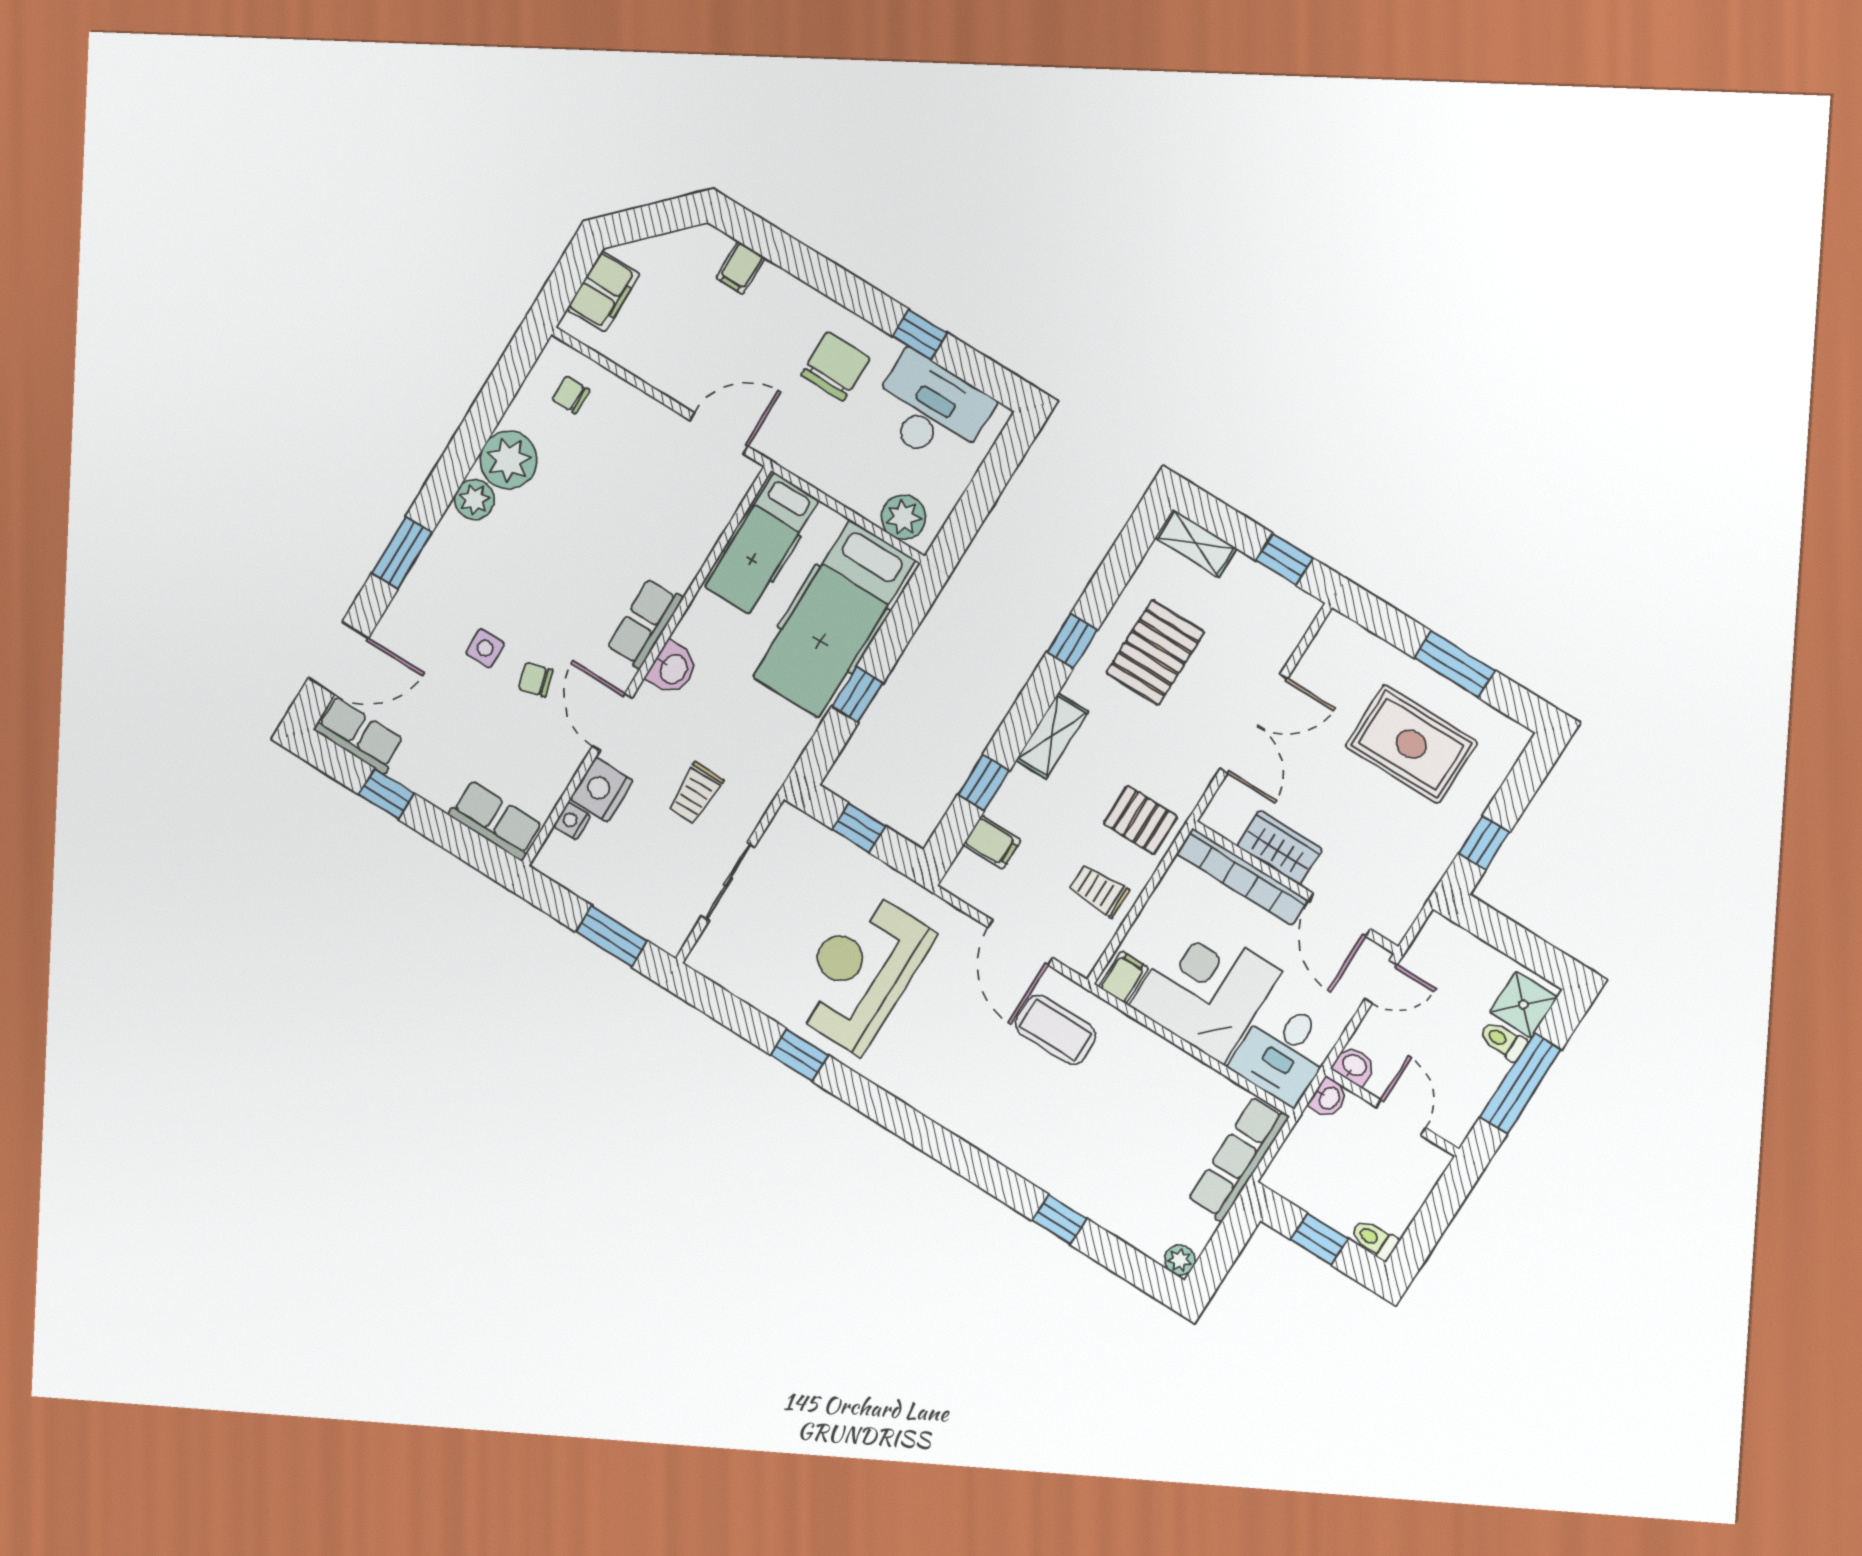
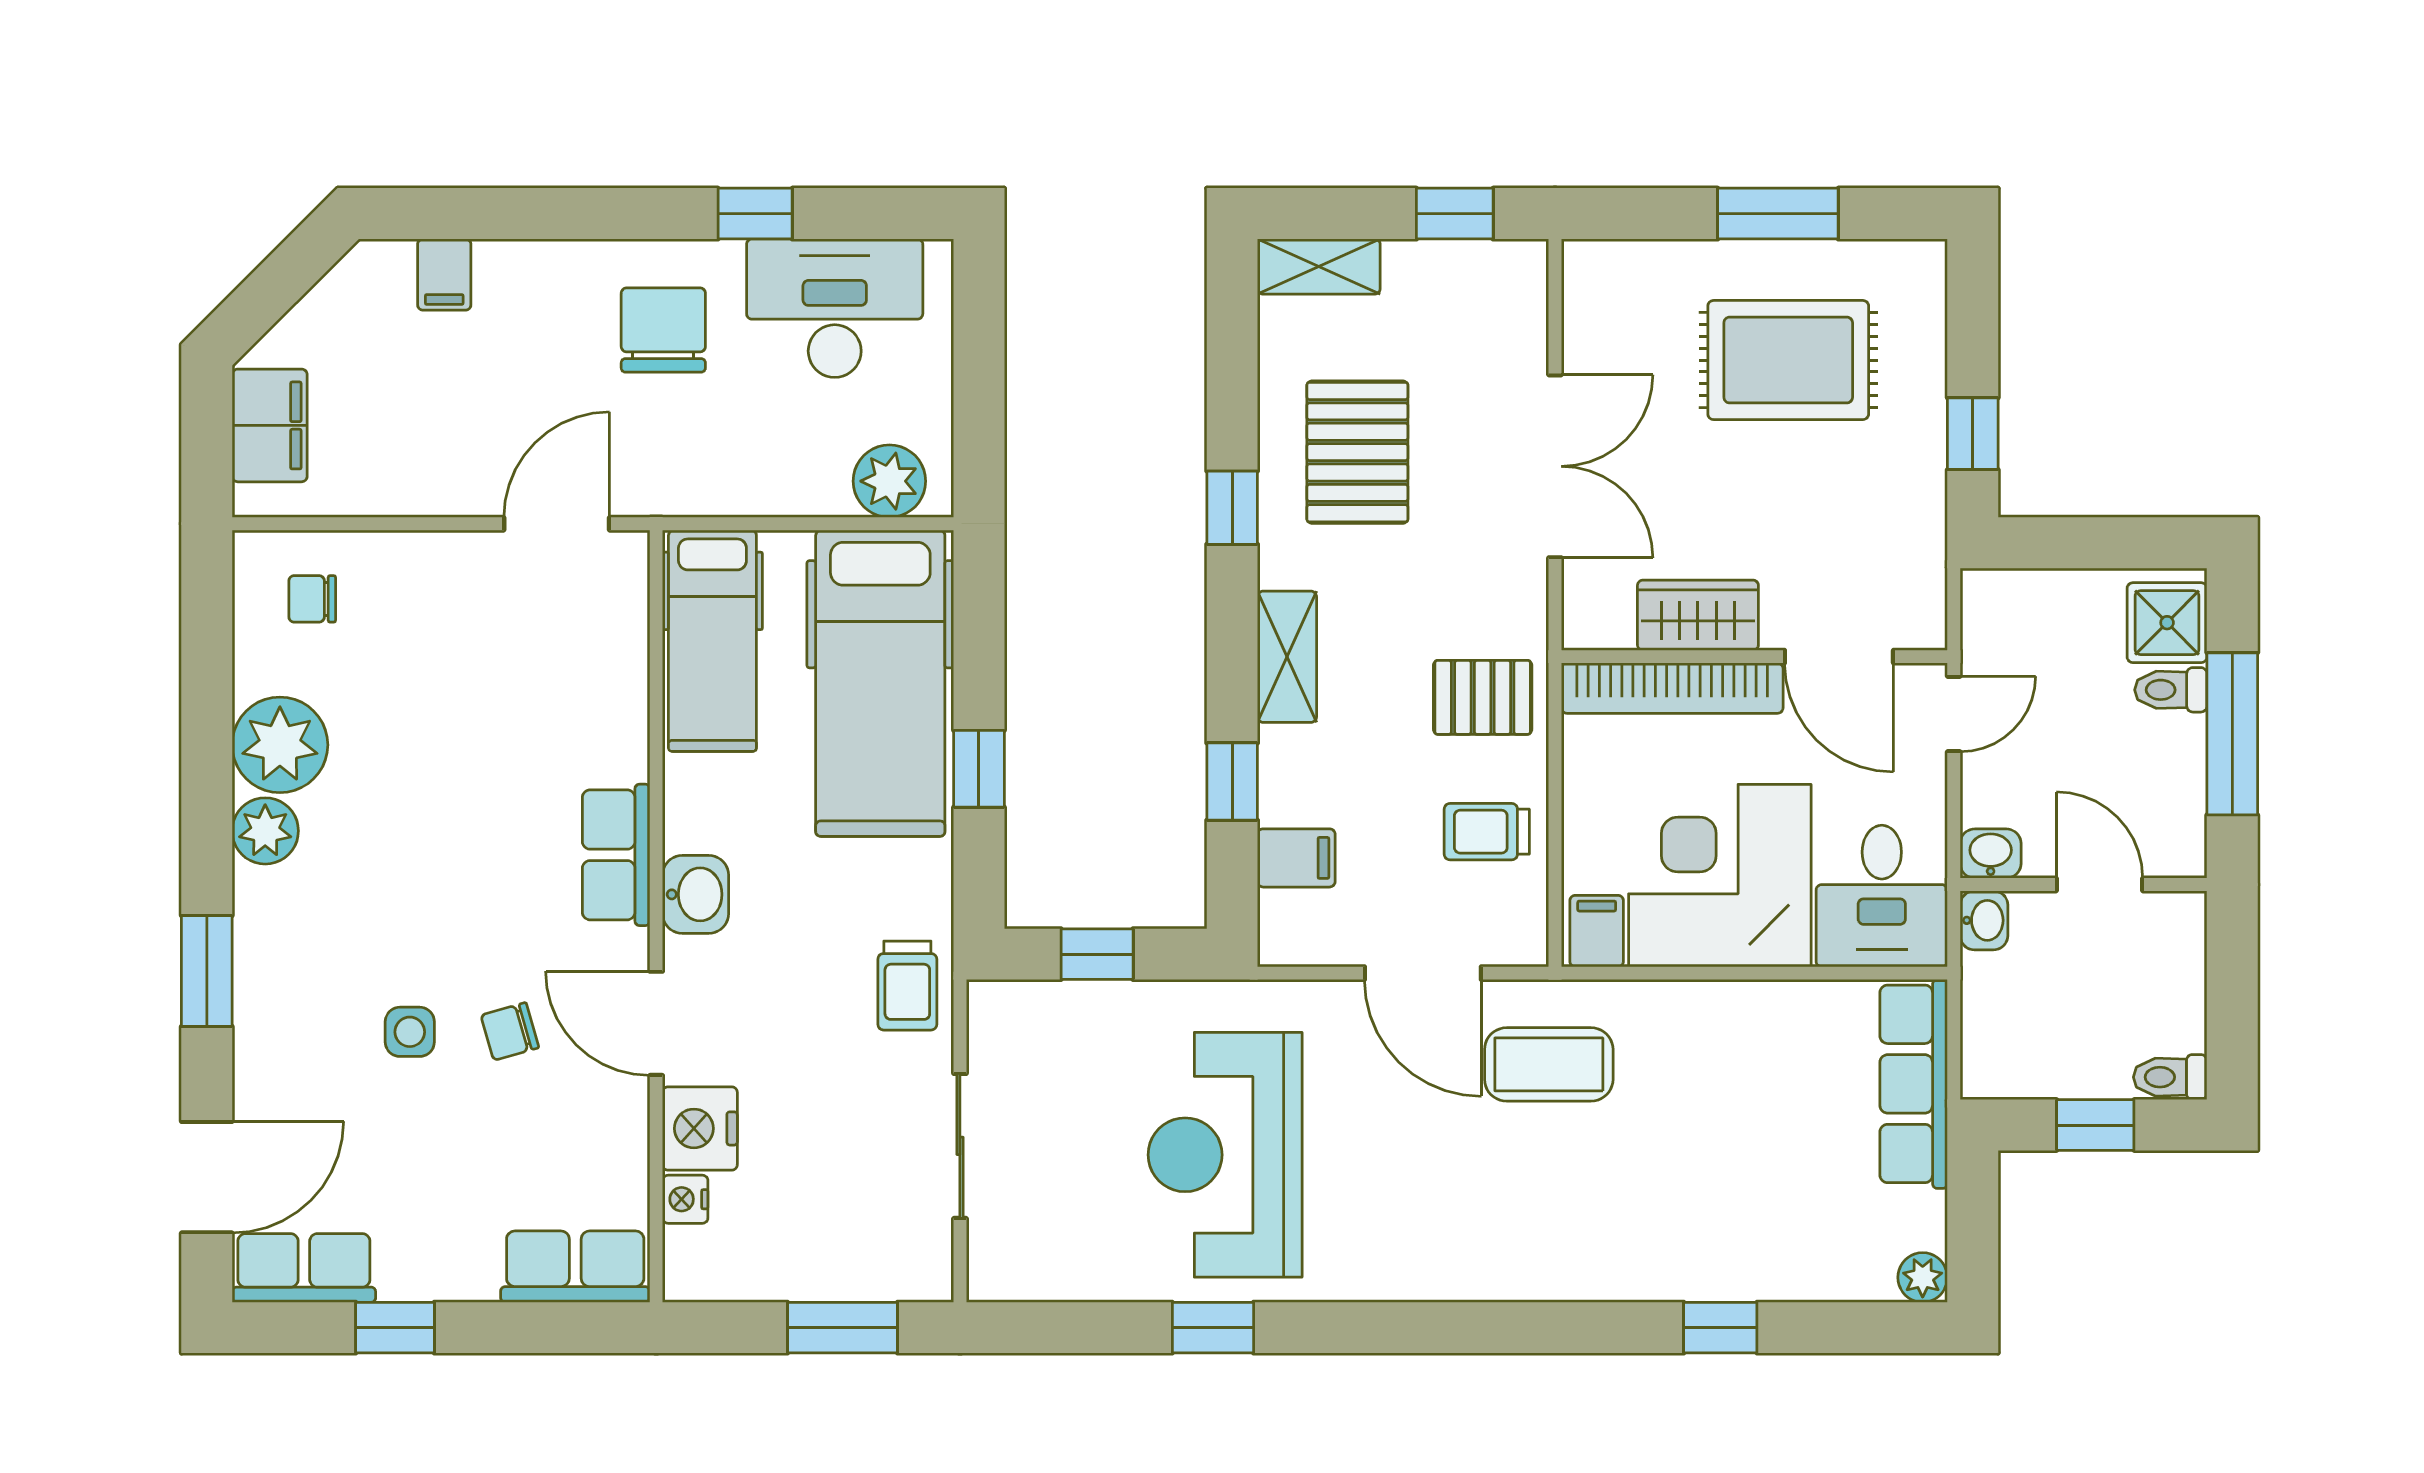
trolley: (696, 793) -> (907, 986), moved

